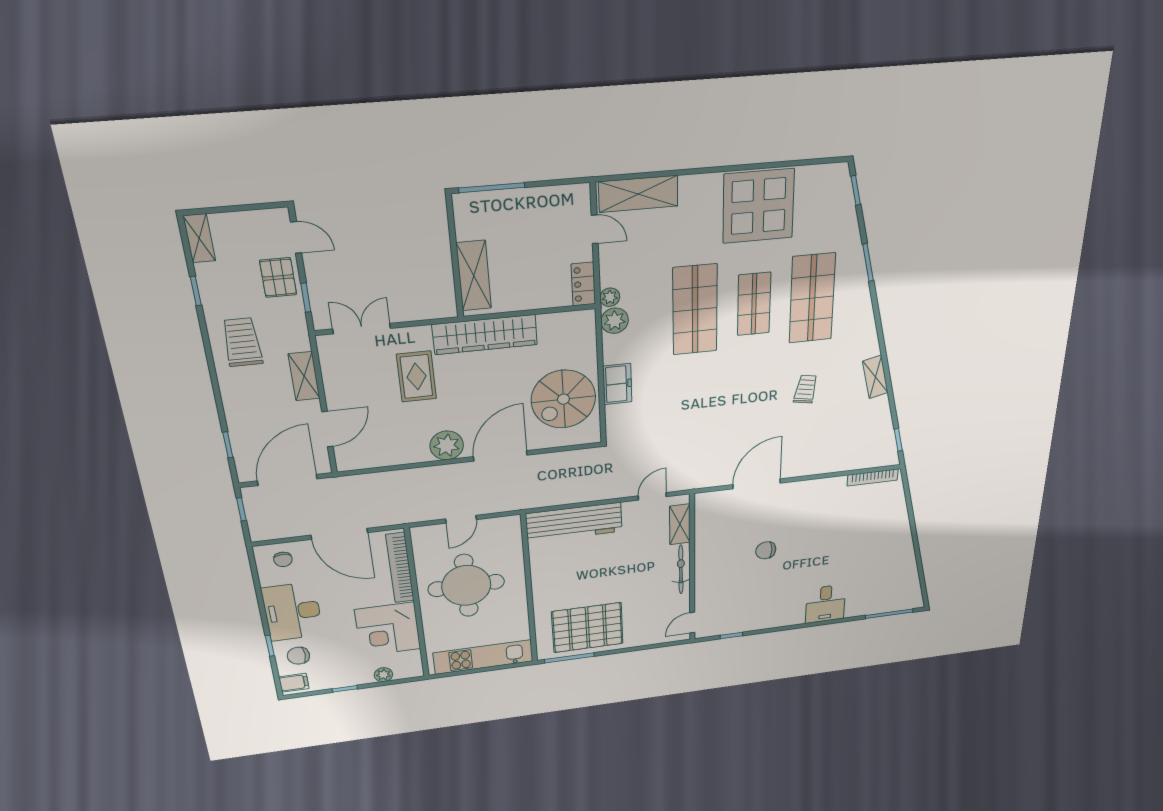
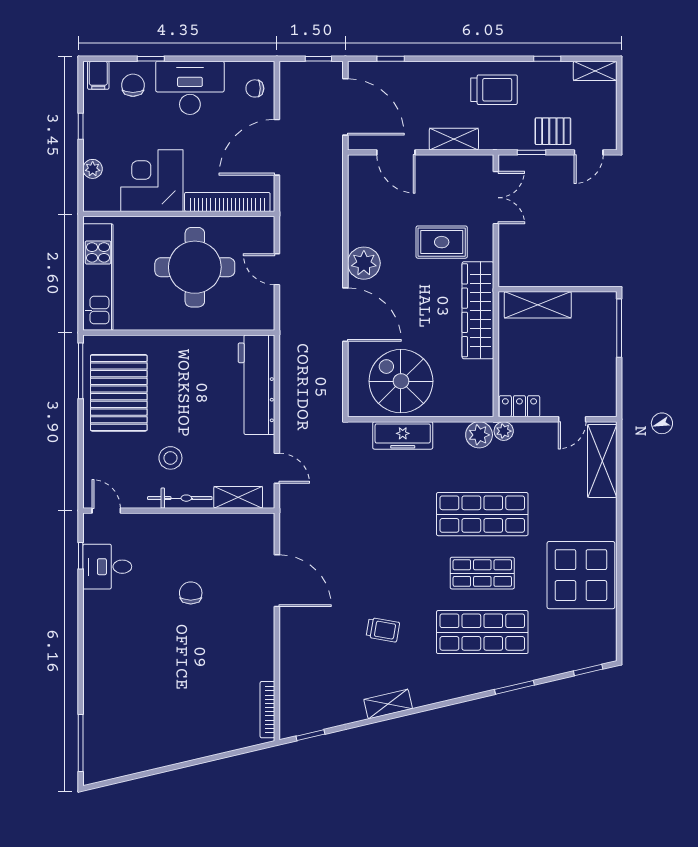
freezer: (617, 384) -> (403, 435), width x1.40
stool: (645, 581) -> (170, 458), added
desk: (825, 604) -> (107, 567), moved

